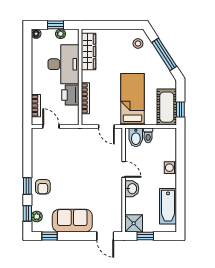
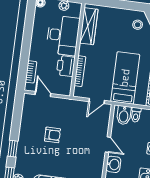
door: (106, 126) -> (97, 101), hinge flipped
armchair: (43, 187) -> (52, 135), moved, turned -90

